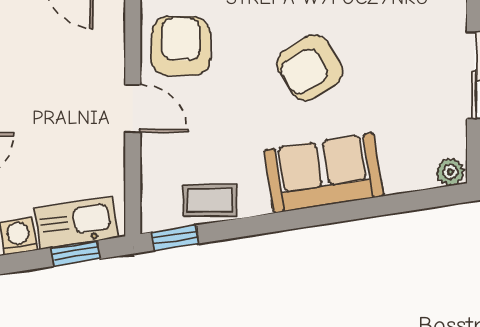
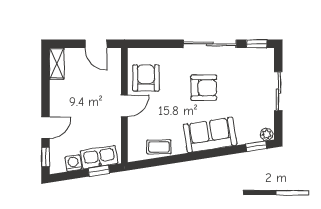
armchair: (310, 68) -> (204, 88), turned -148
door: (133, 108) -> (124, 106), hinge flipped
window: (175, 238) -> (256, 146), moved

